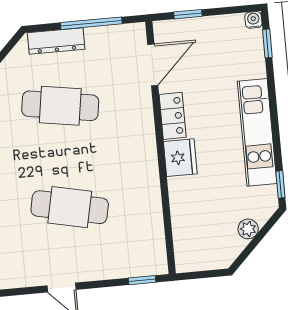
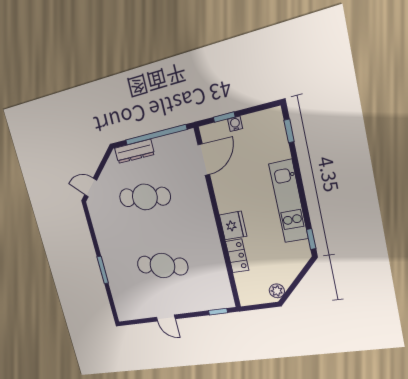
water cooler: (253, 20) -> (235, 124), moved
window: (91, 23) -> (156, 135), width x1.46
locker: (173, 116) -> (237, 256), moved
plant: (248, 229) -> (277, 291), moved

